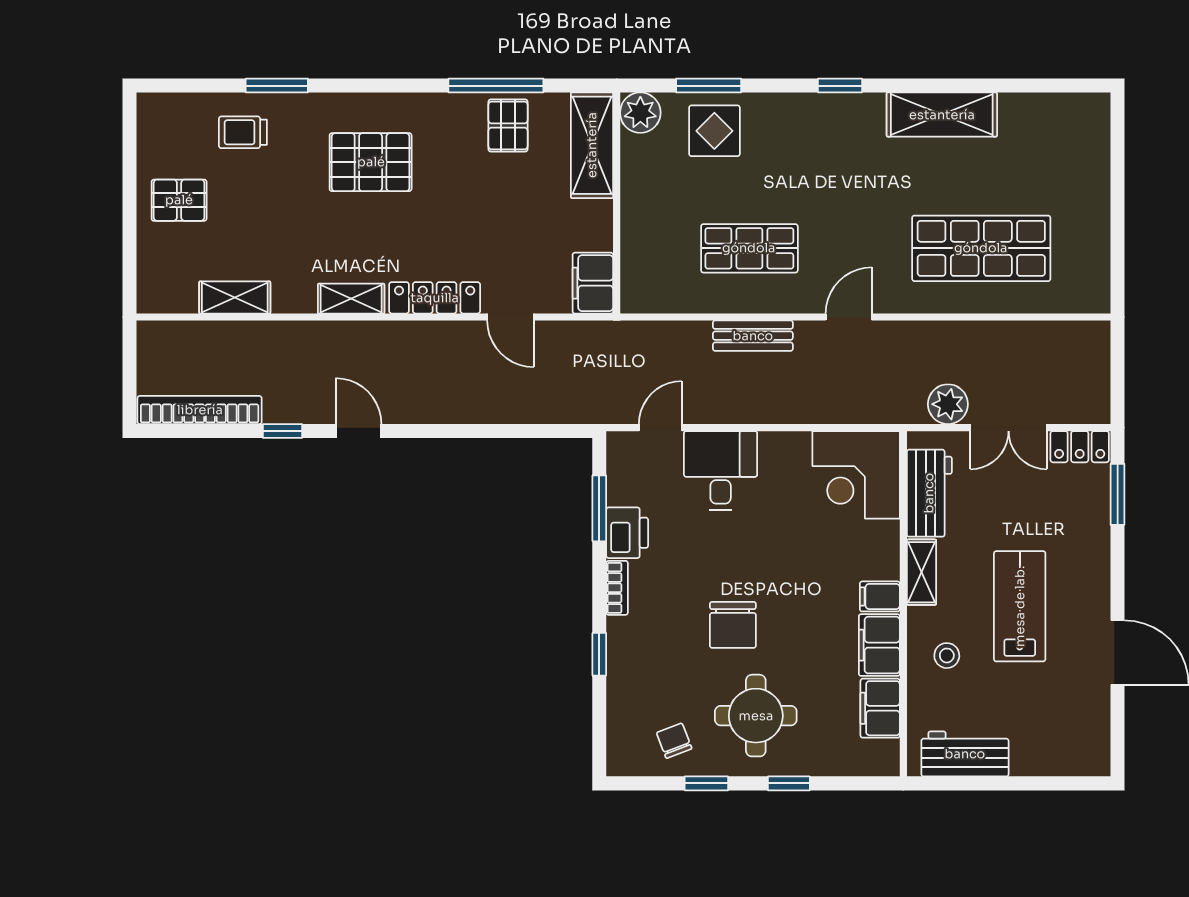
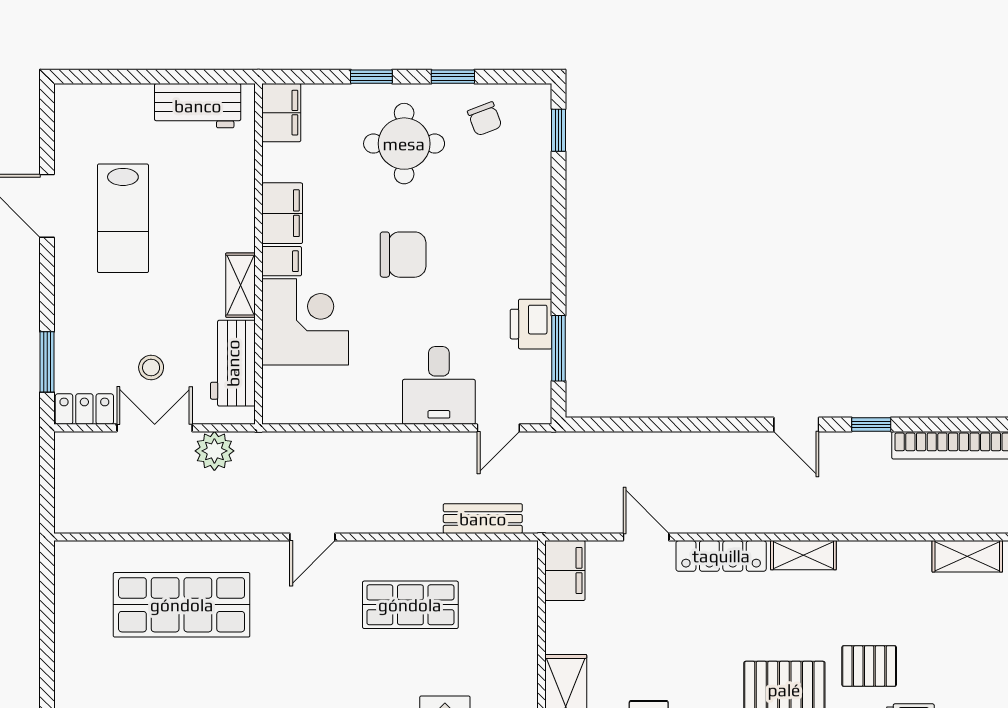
pallet: (179, 200) -> (869, 666), moved
shelving: (235, 297) -> (967, 556), moved
bench: (753, 336) -> (483, 519), moved
corner desk: (856, 475) -> (305, 322), moved
bookcase: (617, 588) -> (541, 270), removed
lab bench: (1020, 606) -> (123, 218), moved
chair: (733, 625) -> (403, 255), moved, turned 90
window: (599, 654) -> (559, 130), moved
stool: (947, 656) -> (151, 368), moved
filing cabinet: (880, 708) -> (281, 113), moved

